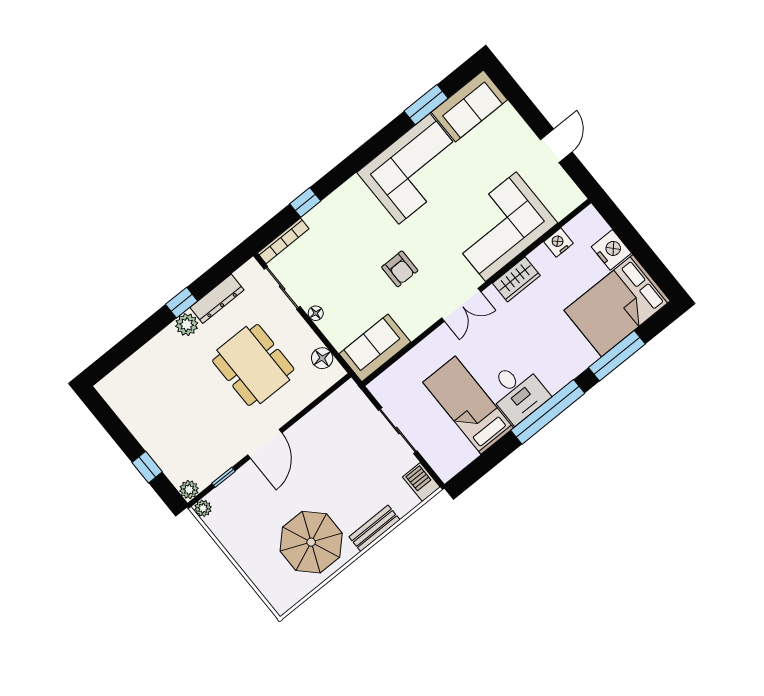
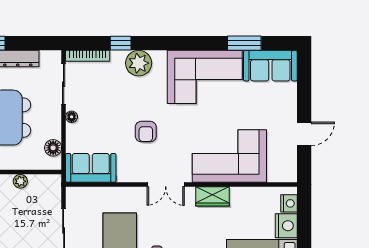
plant: (339, 208) -> (139, 63), added
nightstand: (559, 242) -> (289, 203), moved, turned 90
plant: (317, 417) -> (20, 181), added

